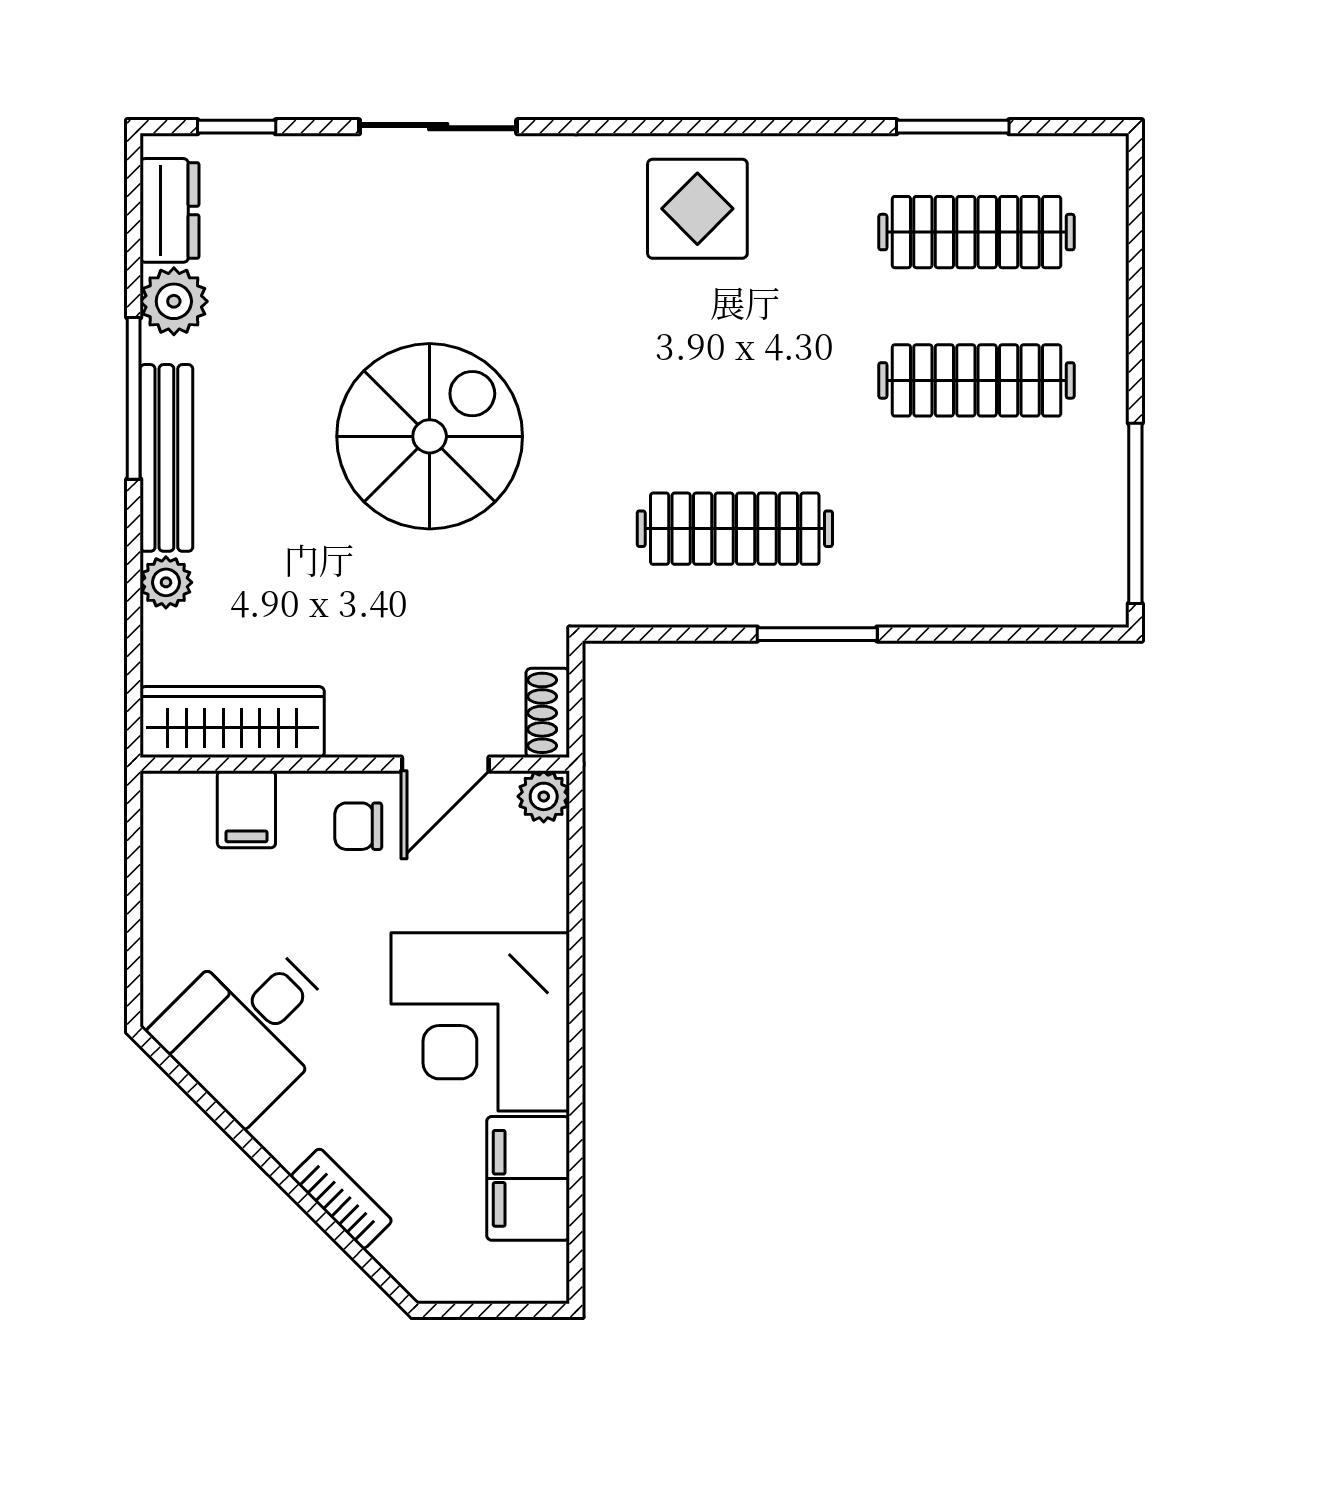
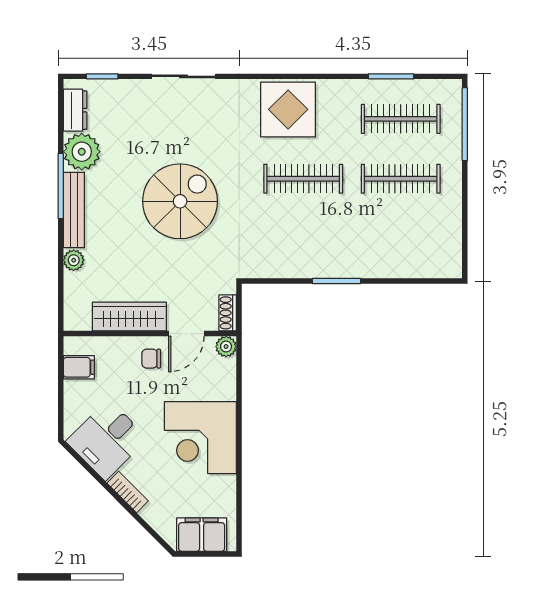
display table: (697, 209) -> (288, 109), width x1.36, depth x1.36
plant: (174, 301) -> (82, 152), width x1.36, depth x1.36
window: (1135, 513) -> (465, 124), moved
clothes rail: (735, 529) -> (303, 179), moved
wardrobe: (232, 722) -> (129, 317), moved
filing cabinet: (246, 809) -> (79, 367), moved, turned -90
filing cabinet: (528, 1178) -> (202, 535), moved, turned 90
bookcase: (341, 1199) -> (128, 492), moved

